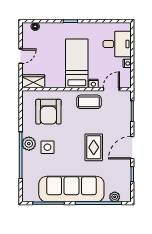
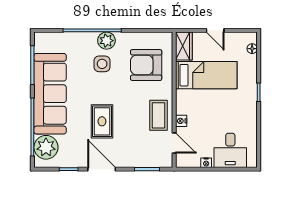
bed: (77, 63) -> (206, 75), moved
rug: (94, 147) -> (102, 121), turned 90
plant: (115, 197) -> (46, 147), width x1.88, depth x1.88

